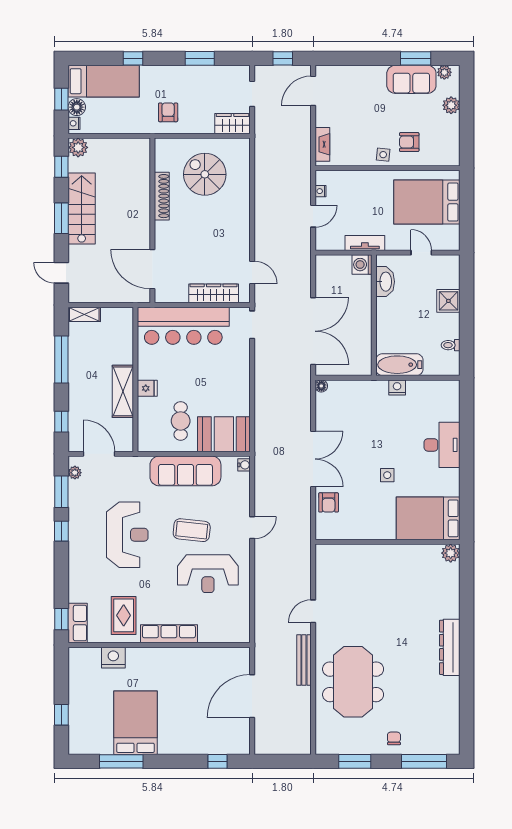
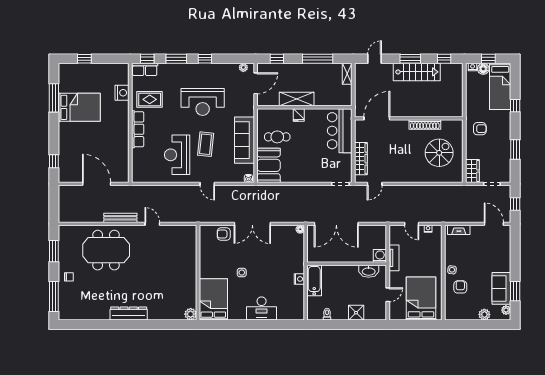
plant: (78, 147) -> (457, 70), removed
bar counter: (183, 326) -> (340, 131), width x0.73
window: (61, 492) -> (176, 59), moved

